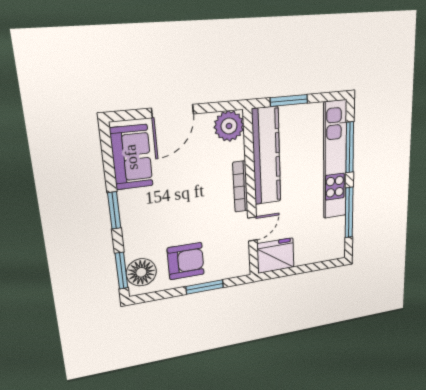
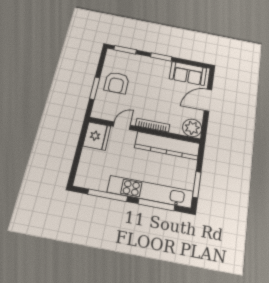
window: (289, 100) -> (197, 185), moved
door: (173, 111) -> (208, 100), hinge flipped
door: (252, 229) -> (122, 126), swing flipped
floor lamp: (141, 272) -> (120, 59), removed

